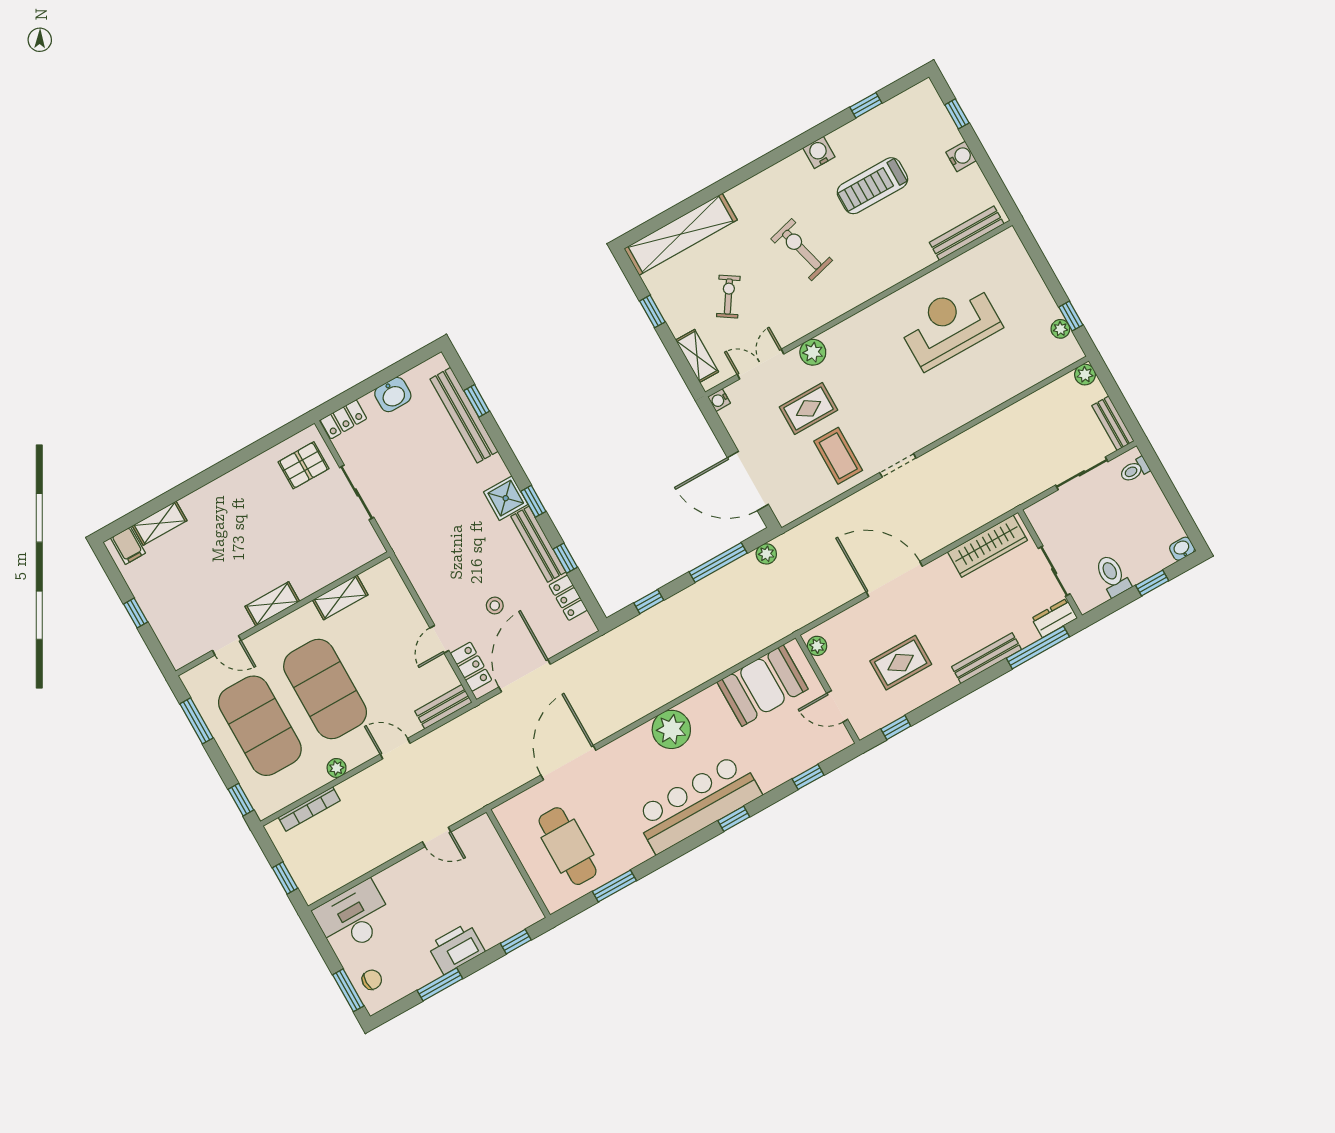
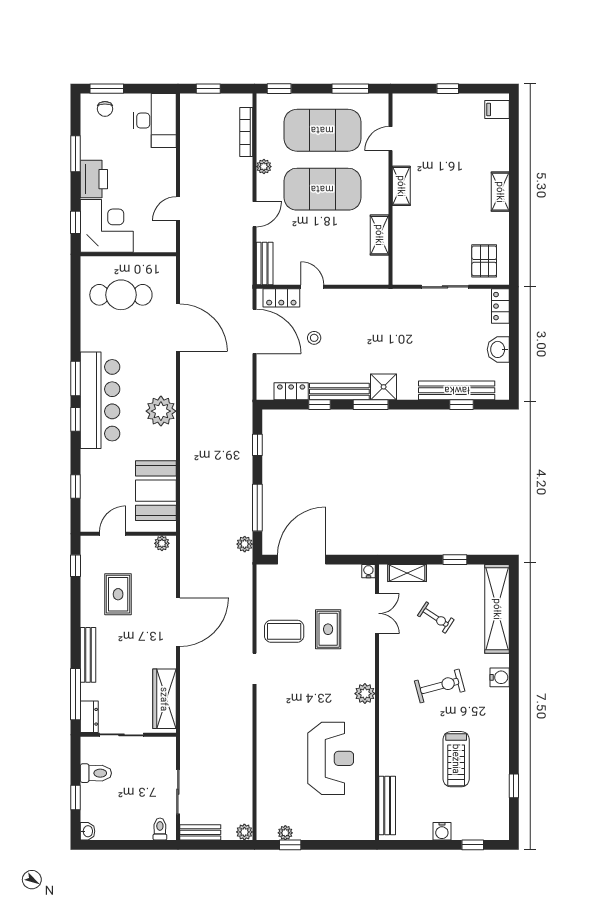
water cooler: (819, 152) -> (500, 677), moved
treadmill: (872, 186) -> (456, 759), turned 180
plant: (813, 352) -> (365, 694), moved
window: (533, 501) -> (371, 405), width x1.50
shelving: (160, 523) -> (500, 192), moved
window: (614, 886) -> (75, 379), moved
corner desk: (500, 905) -> (107, 226), added

